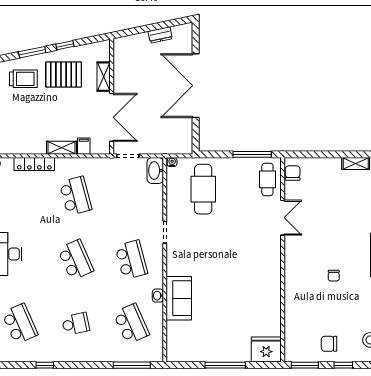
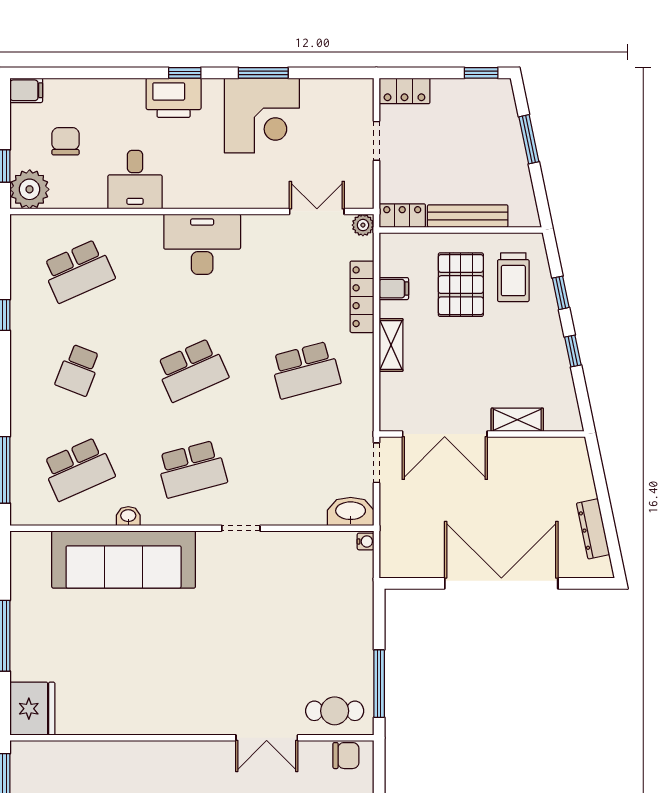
dresser: (160, 35) -> (593, 529), width x1.44
window: (32, 52) -> (561, 293), width x0.67
pallet: (64, 75) -> (461, 285), moved
filing cabinet: (84, 146) -> (394, 289), moved
cafe table: (203, 189) -> (317, 597), removed
sofa: (179, 298) -> (124, 560), width x1.85, depth x1.27
school desk: (76, 324) -> (78, 370), turned 33

